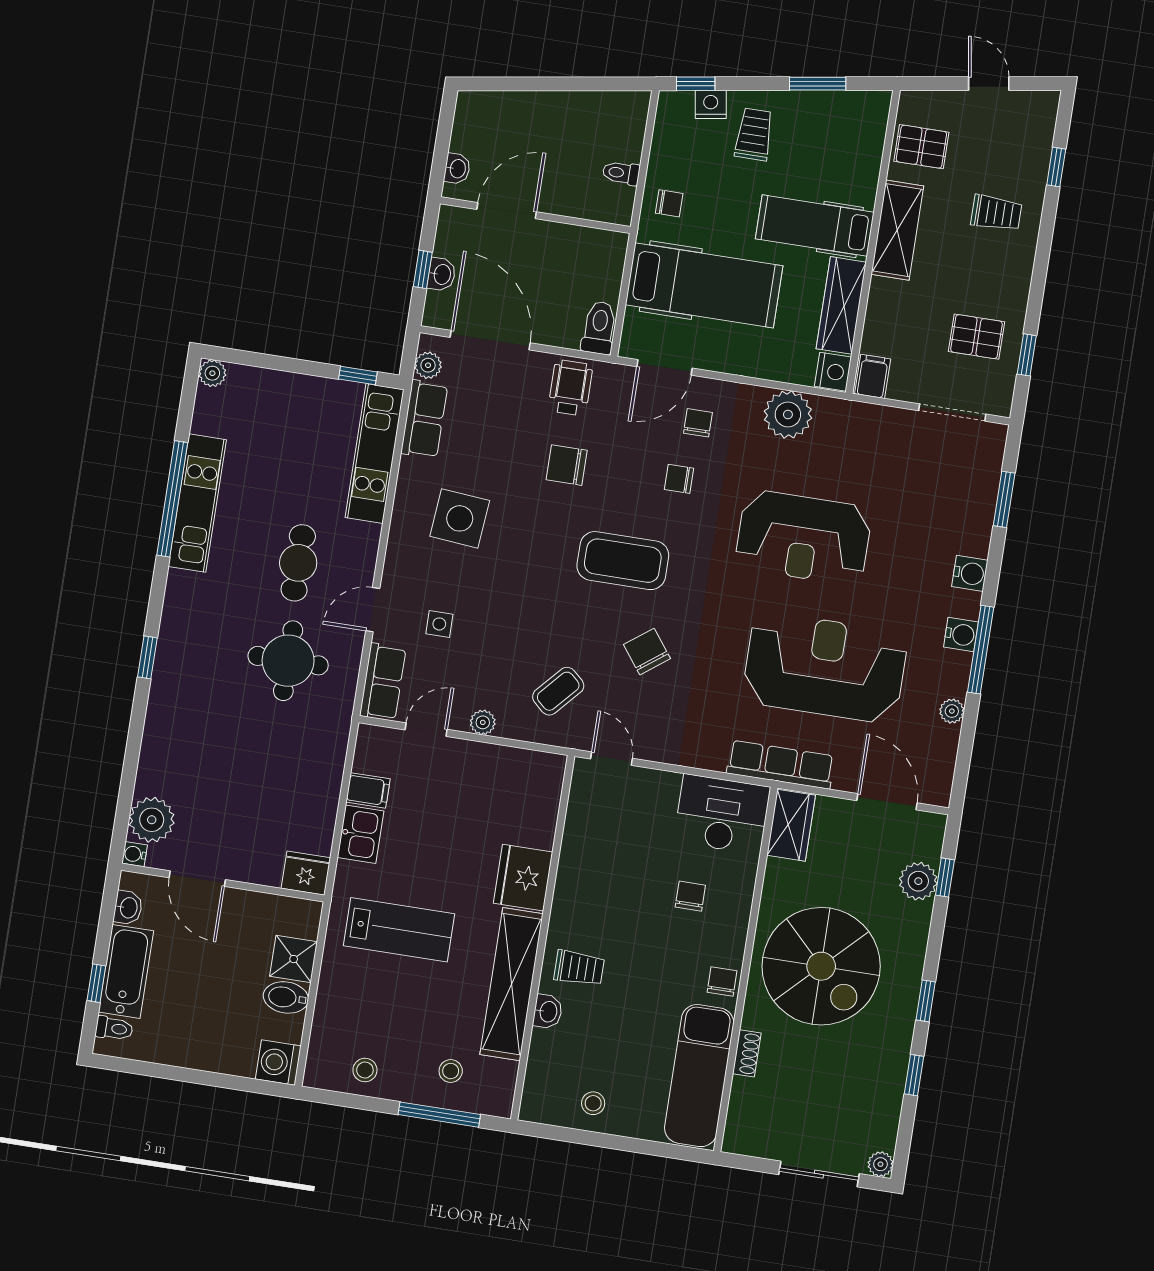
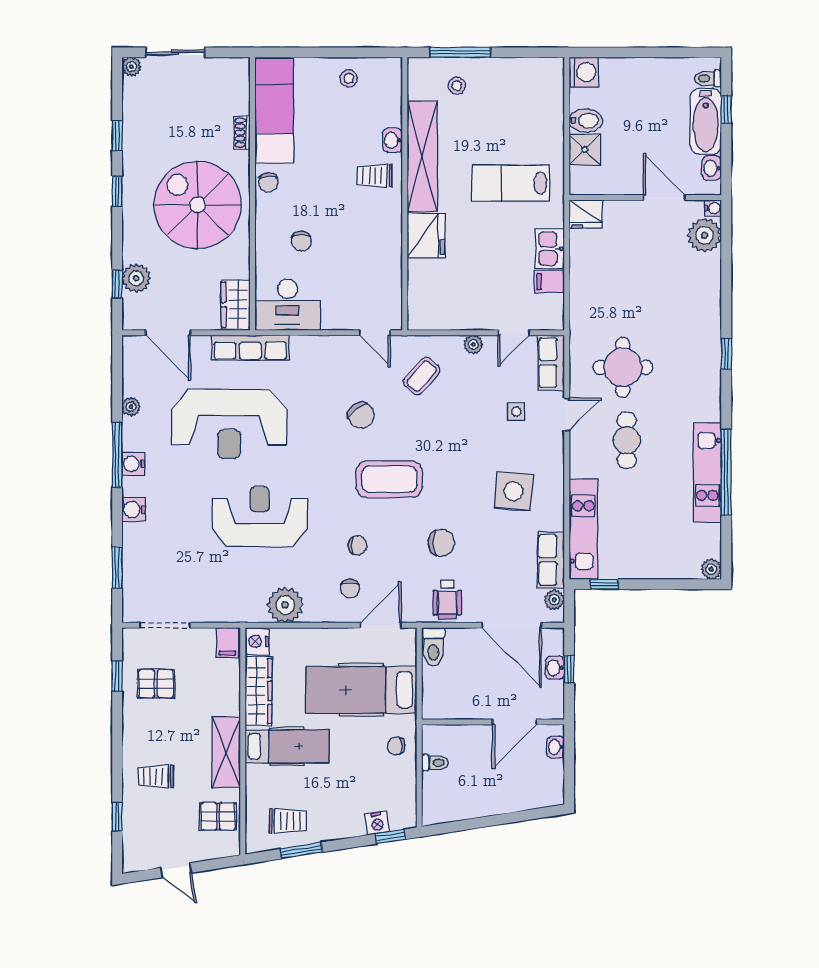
trolley: (754, 134) -> (288, 821), moved, turned -90
stool: (365, 1070) -> (520, 77), removed

